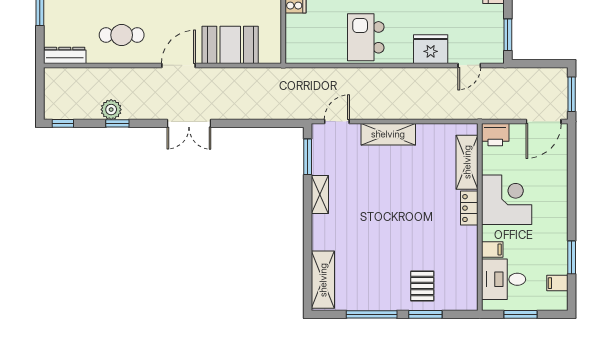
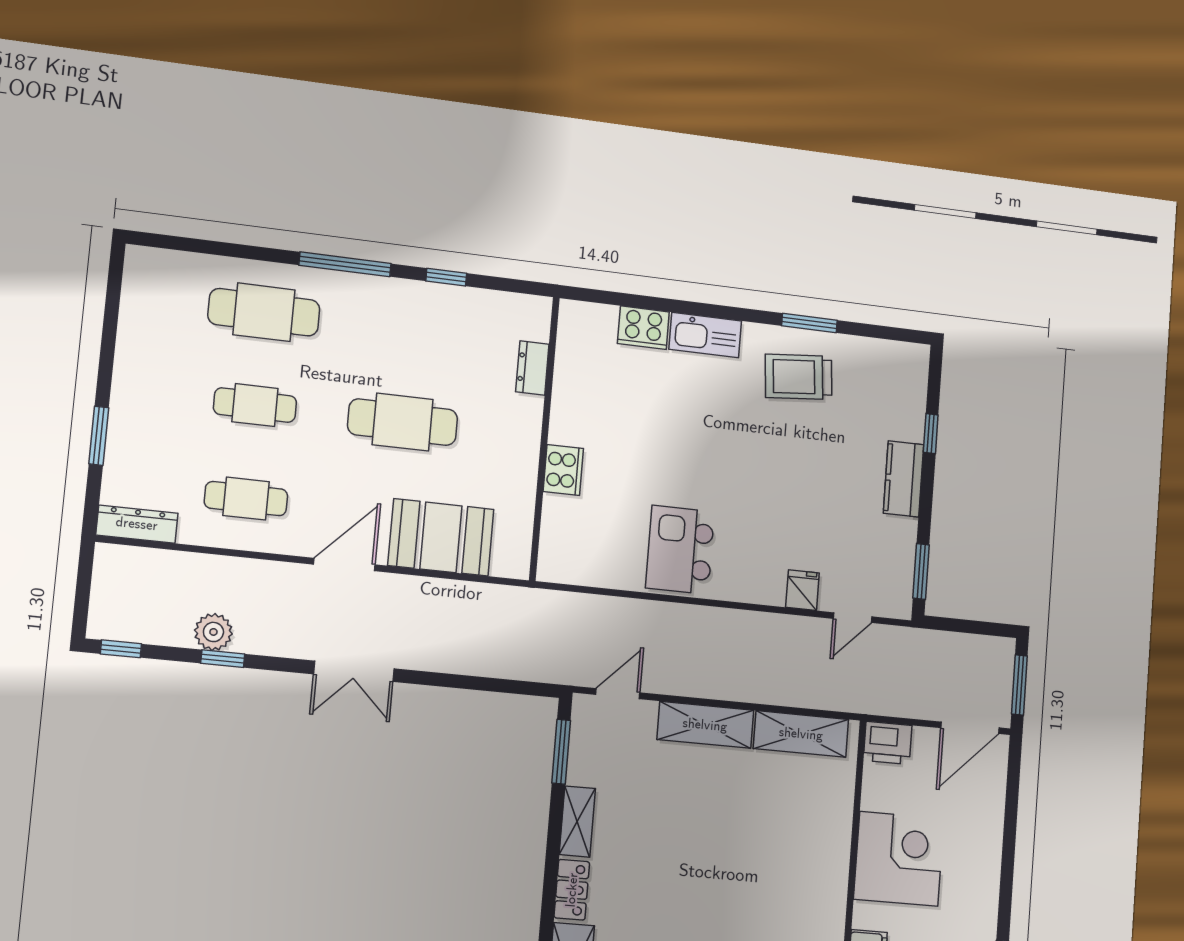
fridge: (431, 49) -> (803, 590), width x0.53, depth x0.75
shelving: (467, 162) -> (801, 734), moved, turned 90
locker: (469, 208) -> (572, 890), moved, turned 180

